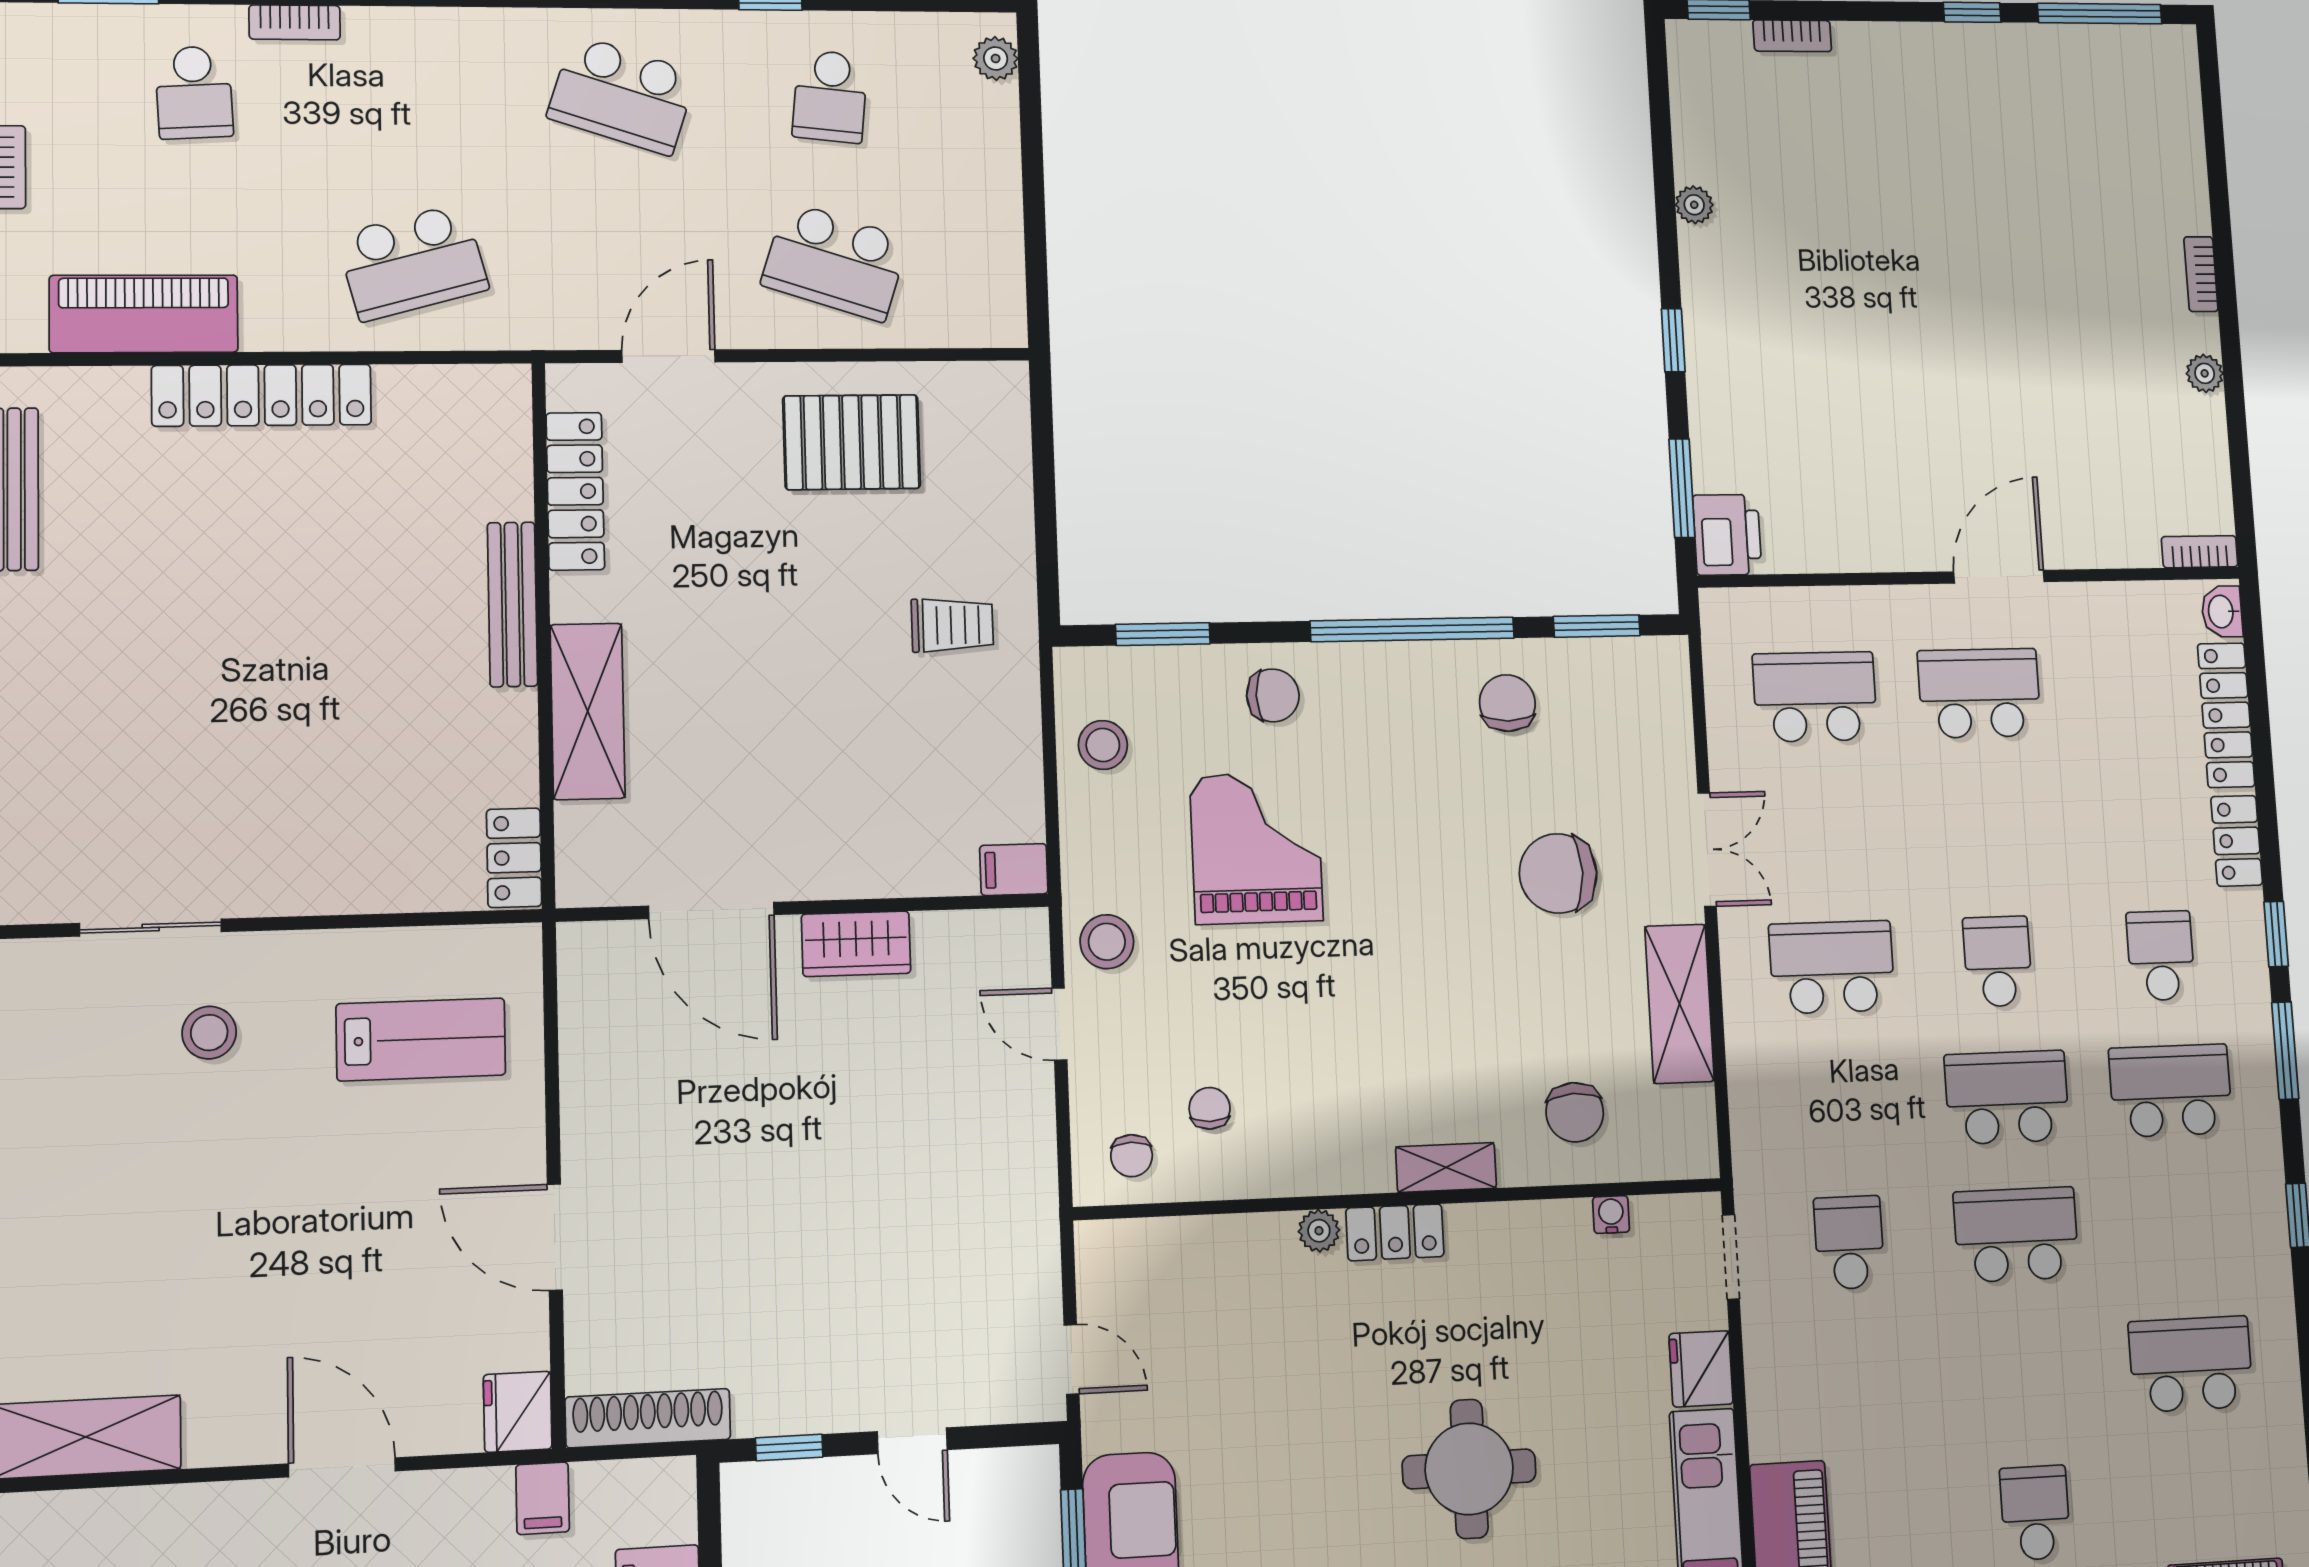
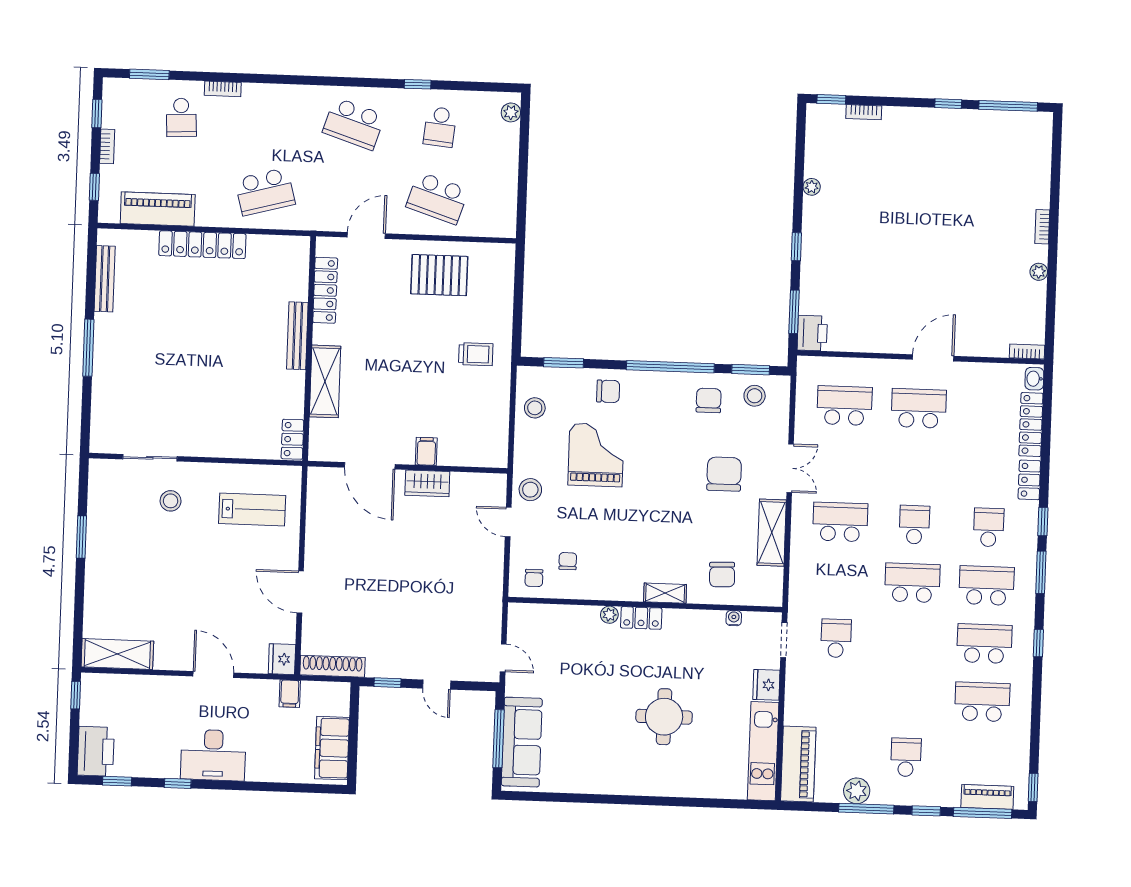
stool: (1611, 686) -> (755, 396), added
filing cabinet: (1014, 870) -> (426, 451), moved, turned 90
chair: (1558, 873) -> (724, 474), turned 90
school desk: (2016, 1235) -> (984, 644), moved

